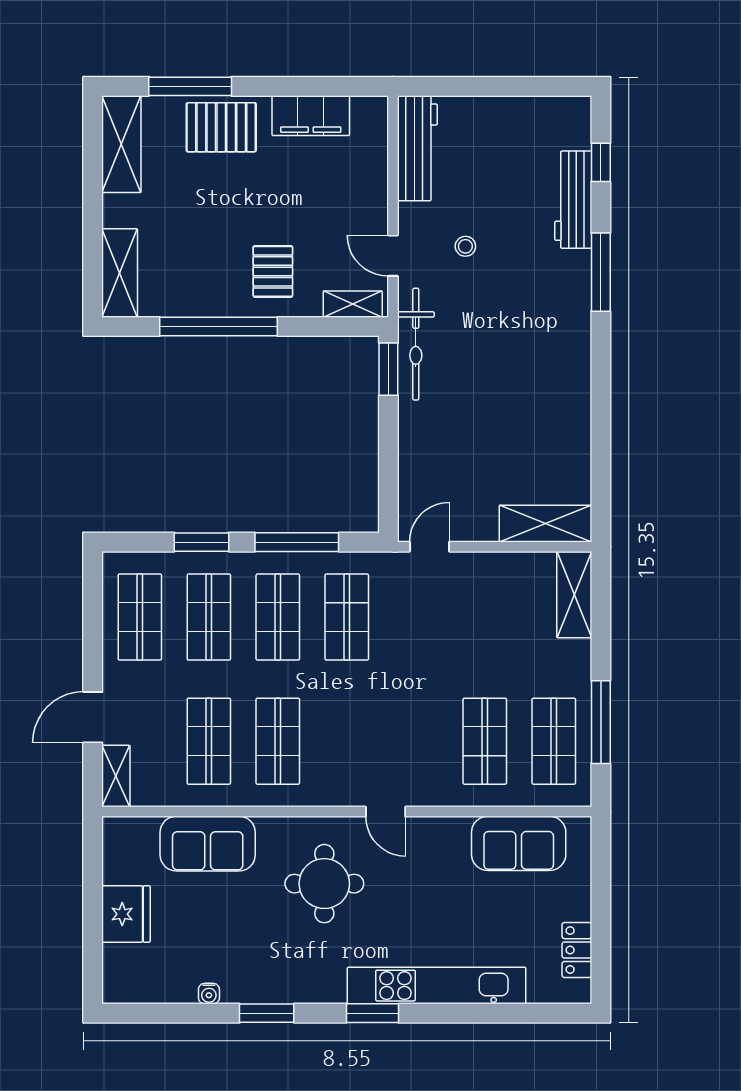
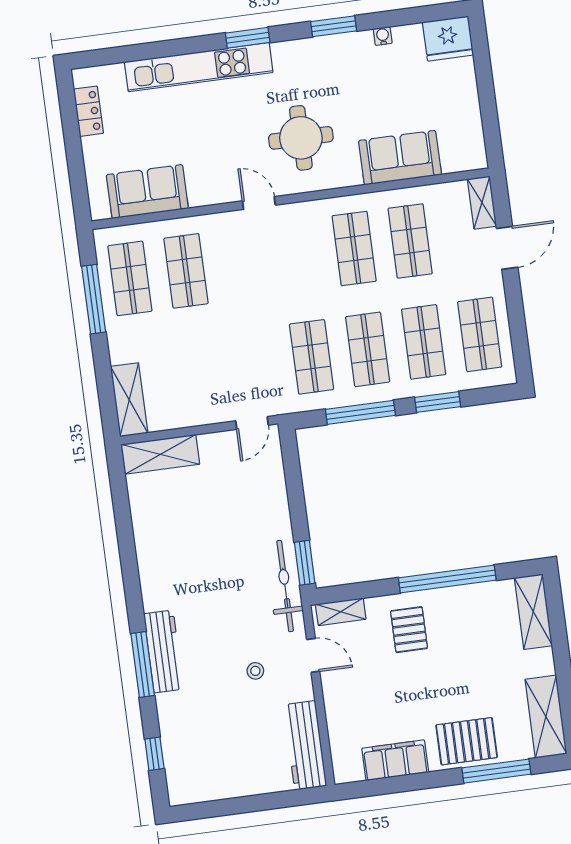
workbench: (573, 200) -> (164, 651), moved
fridge: (126, 914) -> (448, 39), moved, turned -90

